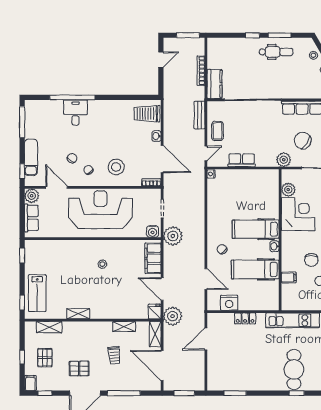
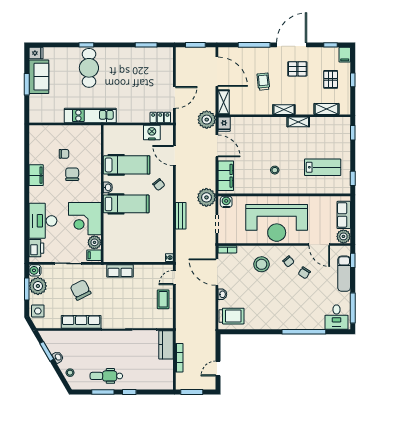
desk: (75, 113) -> (337, 317), moved
bench: (199, 115) -> (181, 216), moved
chair: (303, 141) -> (81, 290), turned -150
row of seats: (242, 160) -> (120, 271), moved
plant: (284, 160) -> (99, 271), removed
filing cabinet: (289, 278) -> (94, 255), moved
lab bench: (37, 293) -> (323, 167), moved, turned 90
locker: (245, 318) -> (160, 117), moved
shelving: (124, 326) -> (284, 110), moved

